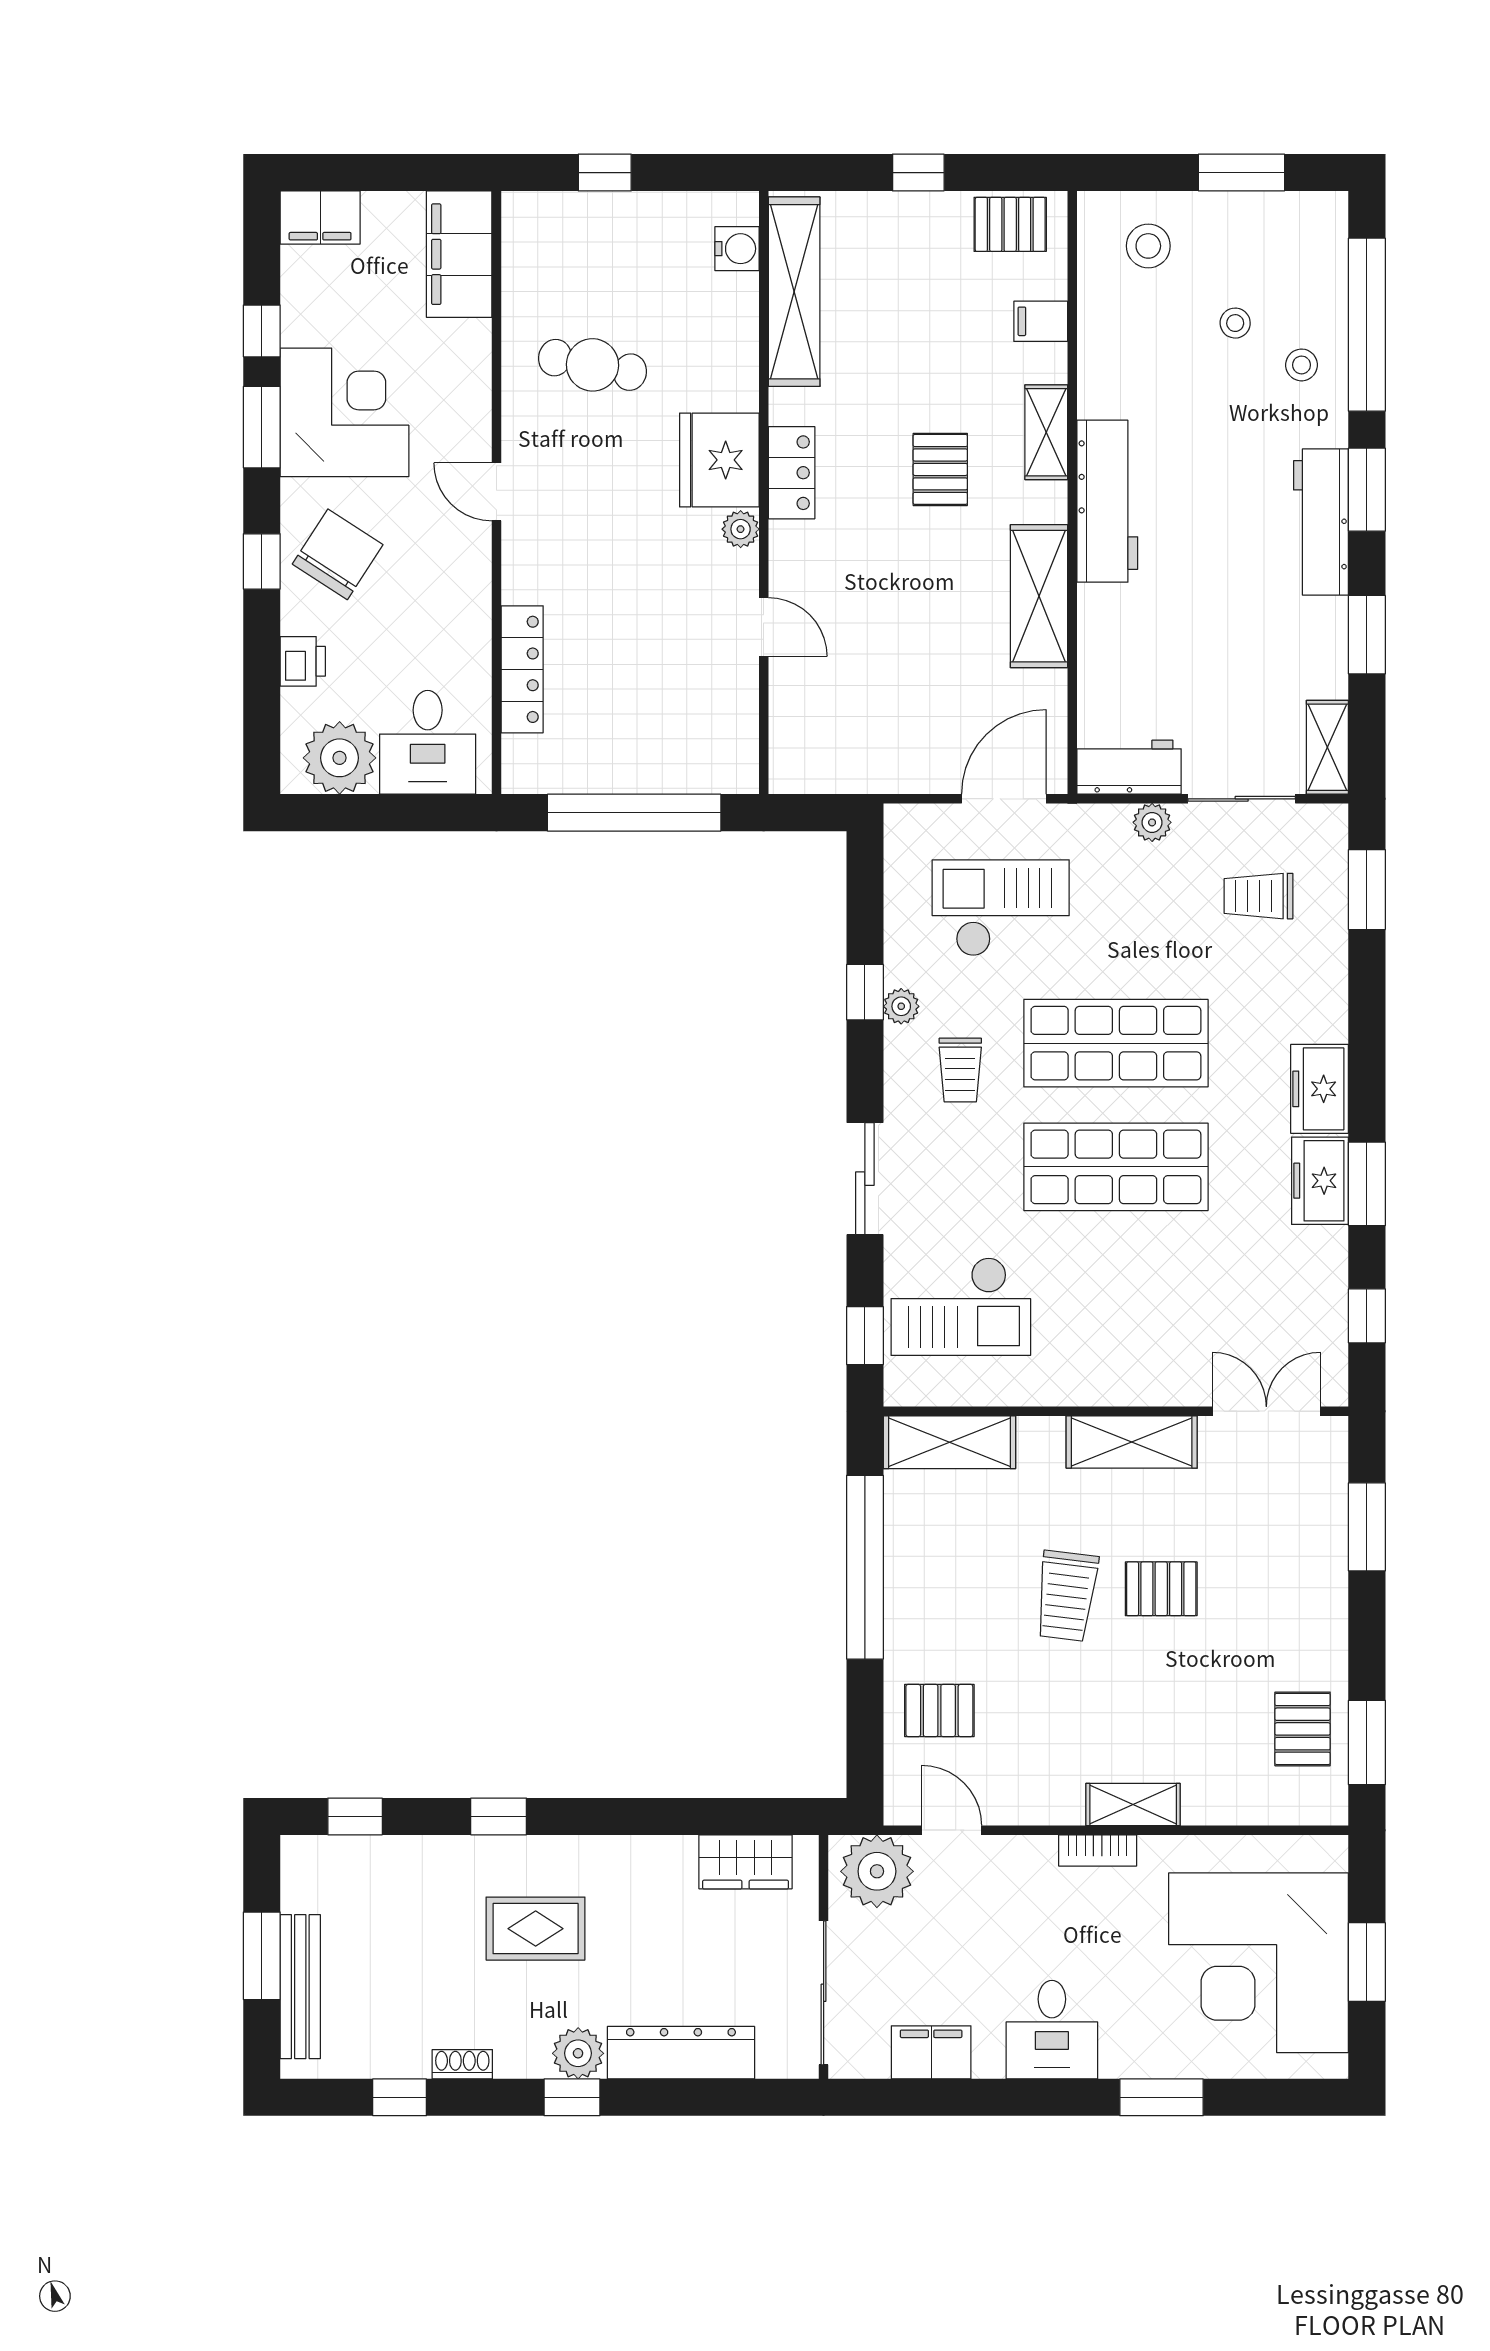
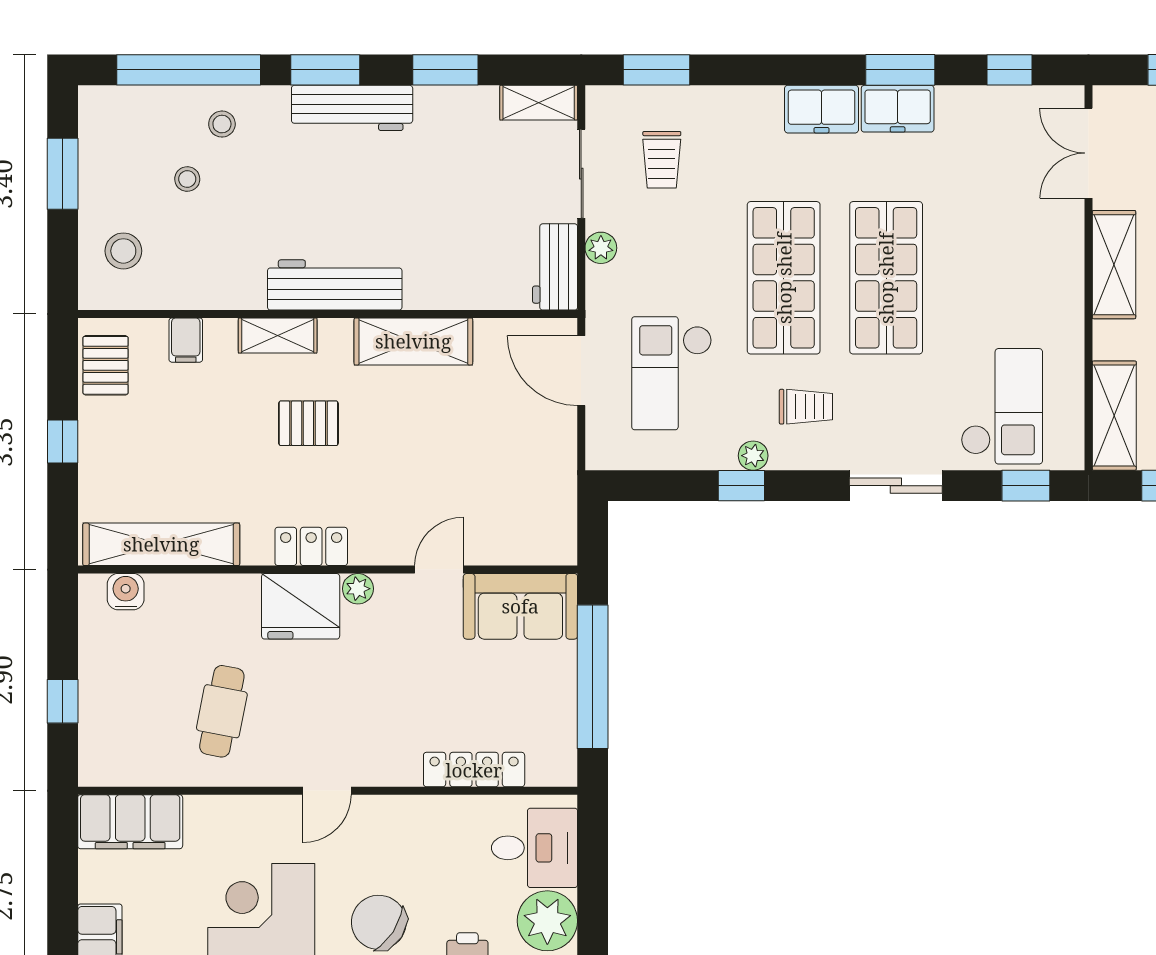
sofa: (719, 725) -> (520, 606), added

